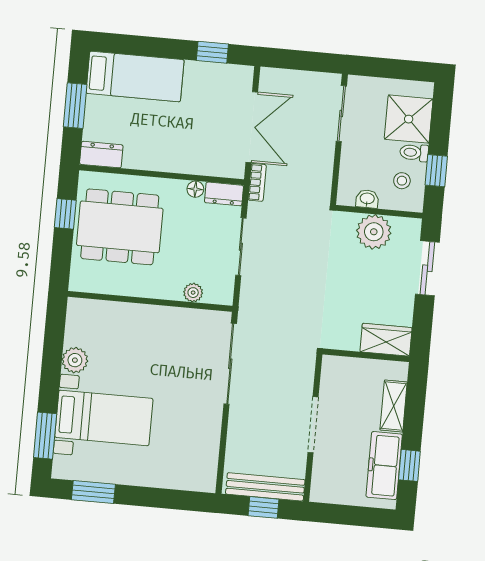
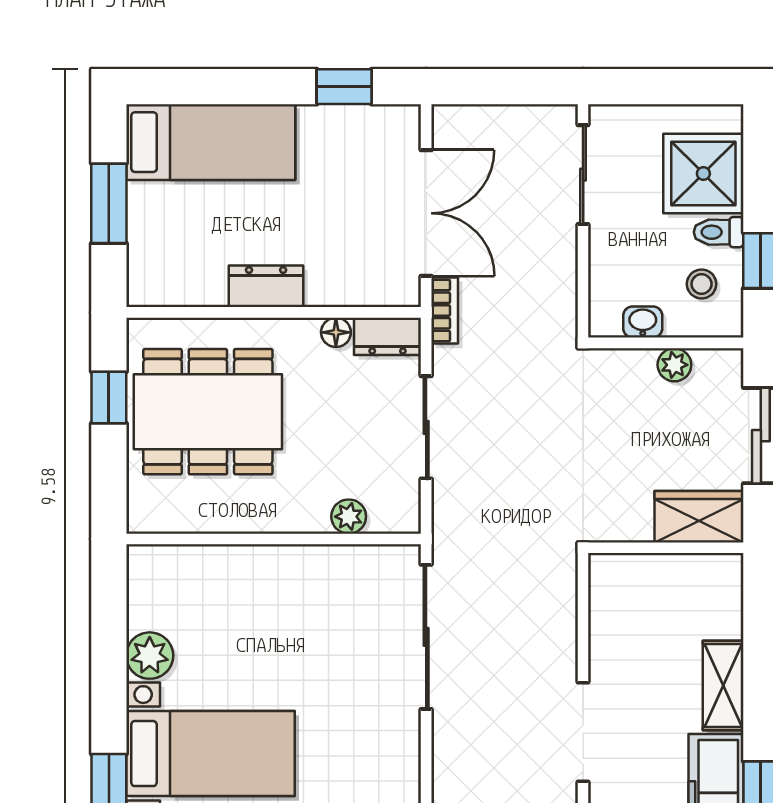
dresser: (101, 155) -> (266, 286), moved
plant: (374, 232) -> (674, 365), width x0.53, depth x0.53
wardrobe: (386, 340) -> (699, 517), moved
wall: (366, 355) -> (666, 548), moved

